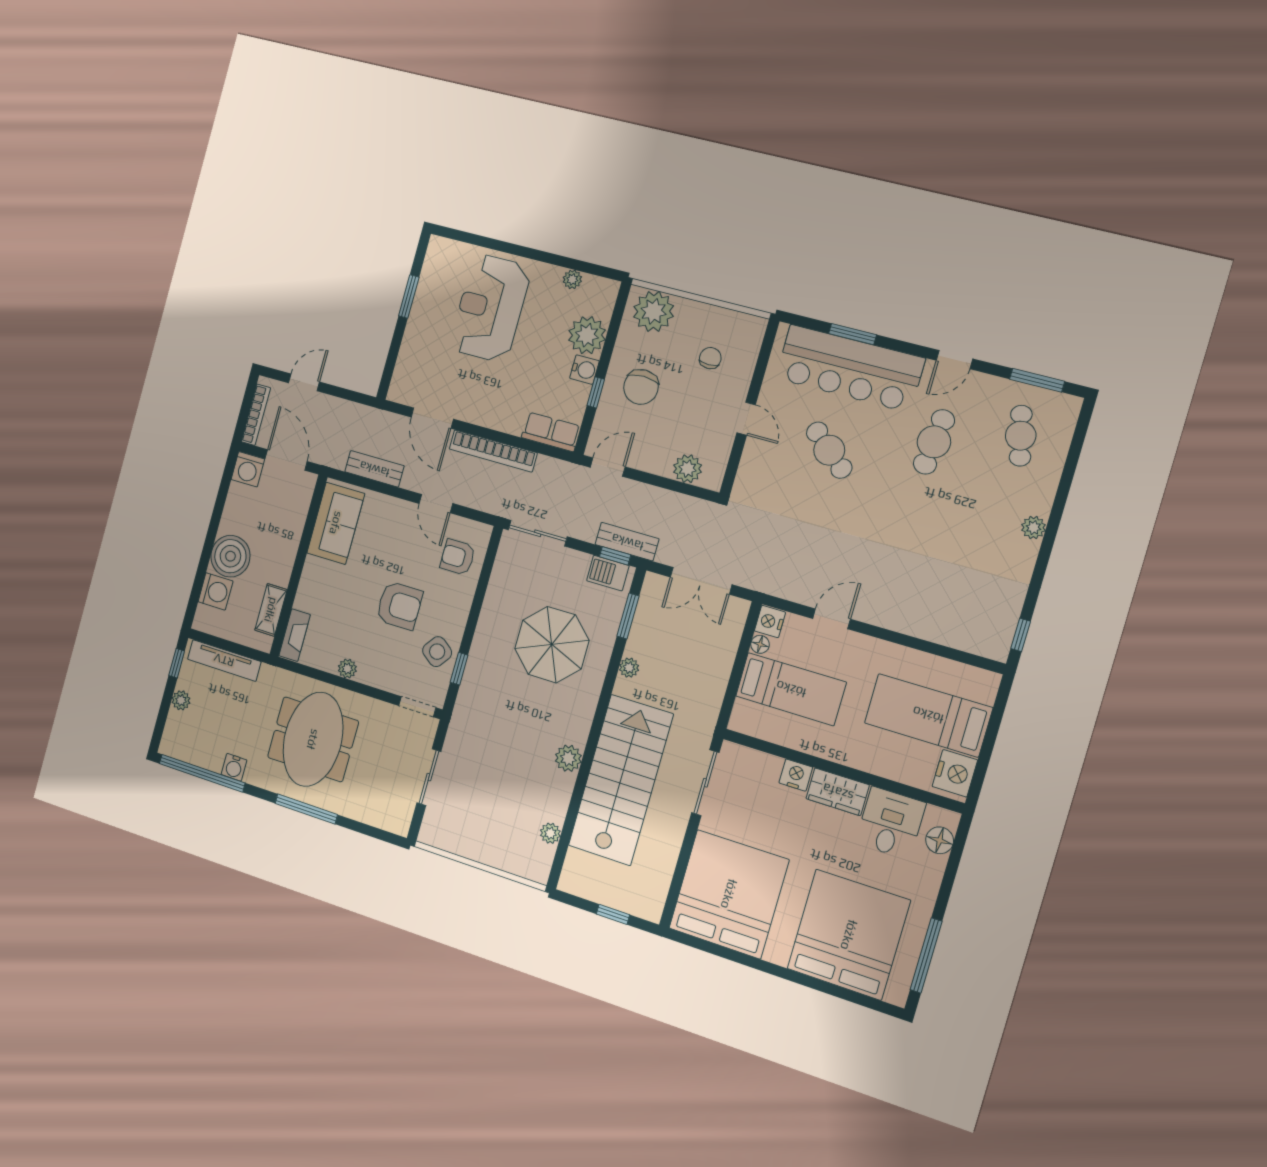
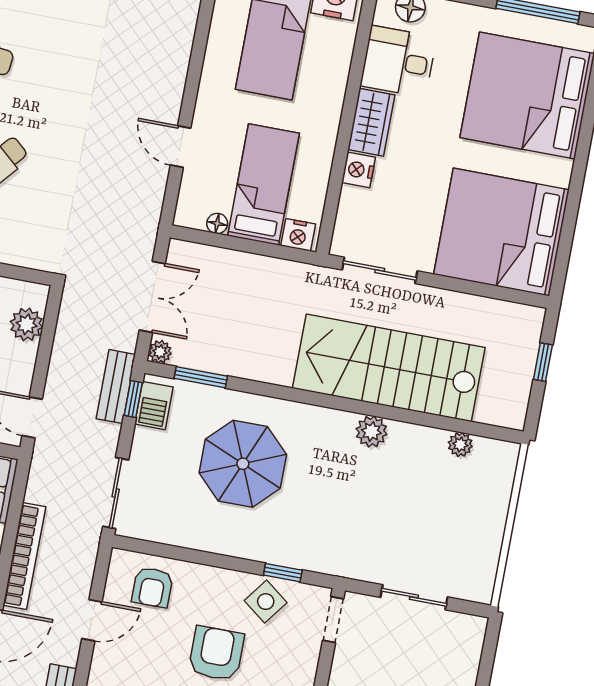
nightstand: (770, 622) -> (298, 235), moved
plant: (629, 668) -> (160, 352), moved

